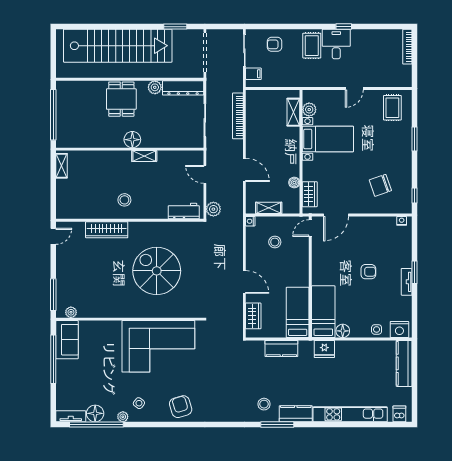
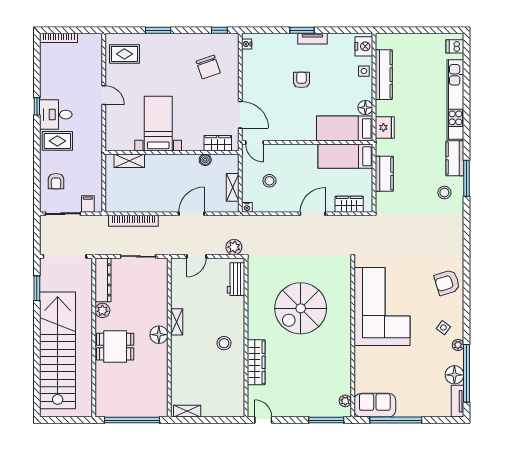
plant: (309, 110) -> (126, 144), removed
kitchen counter: (404, 363) -> (384, 75), moved, turned -90

